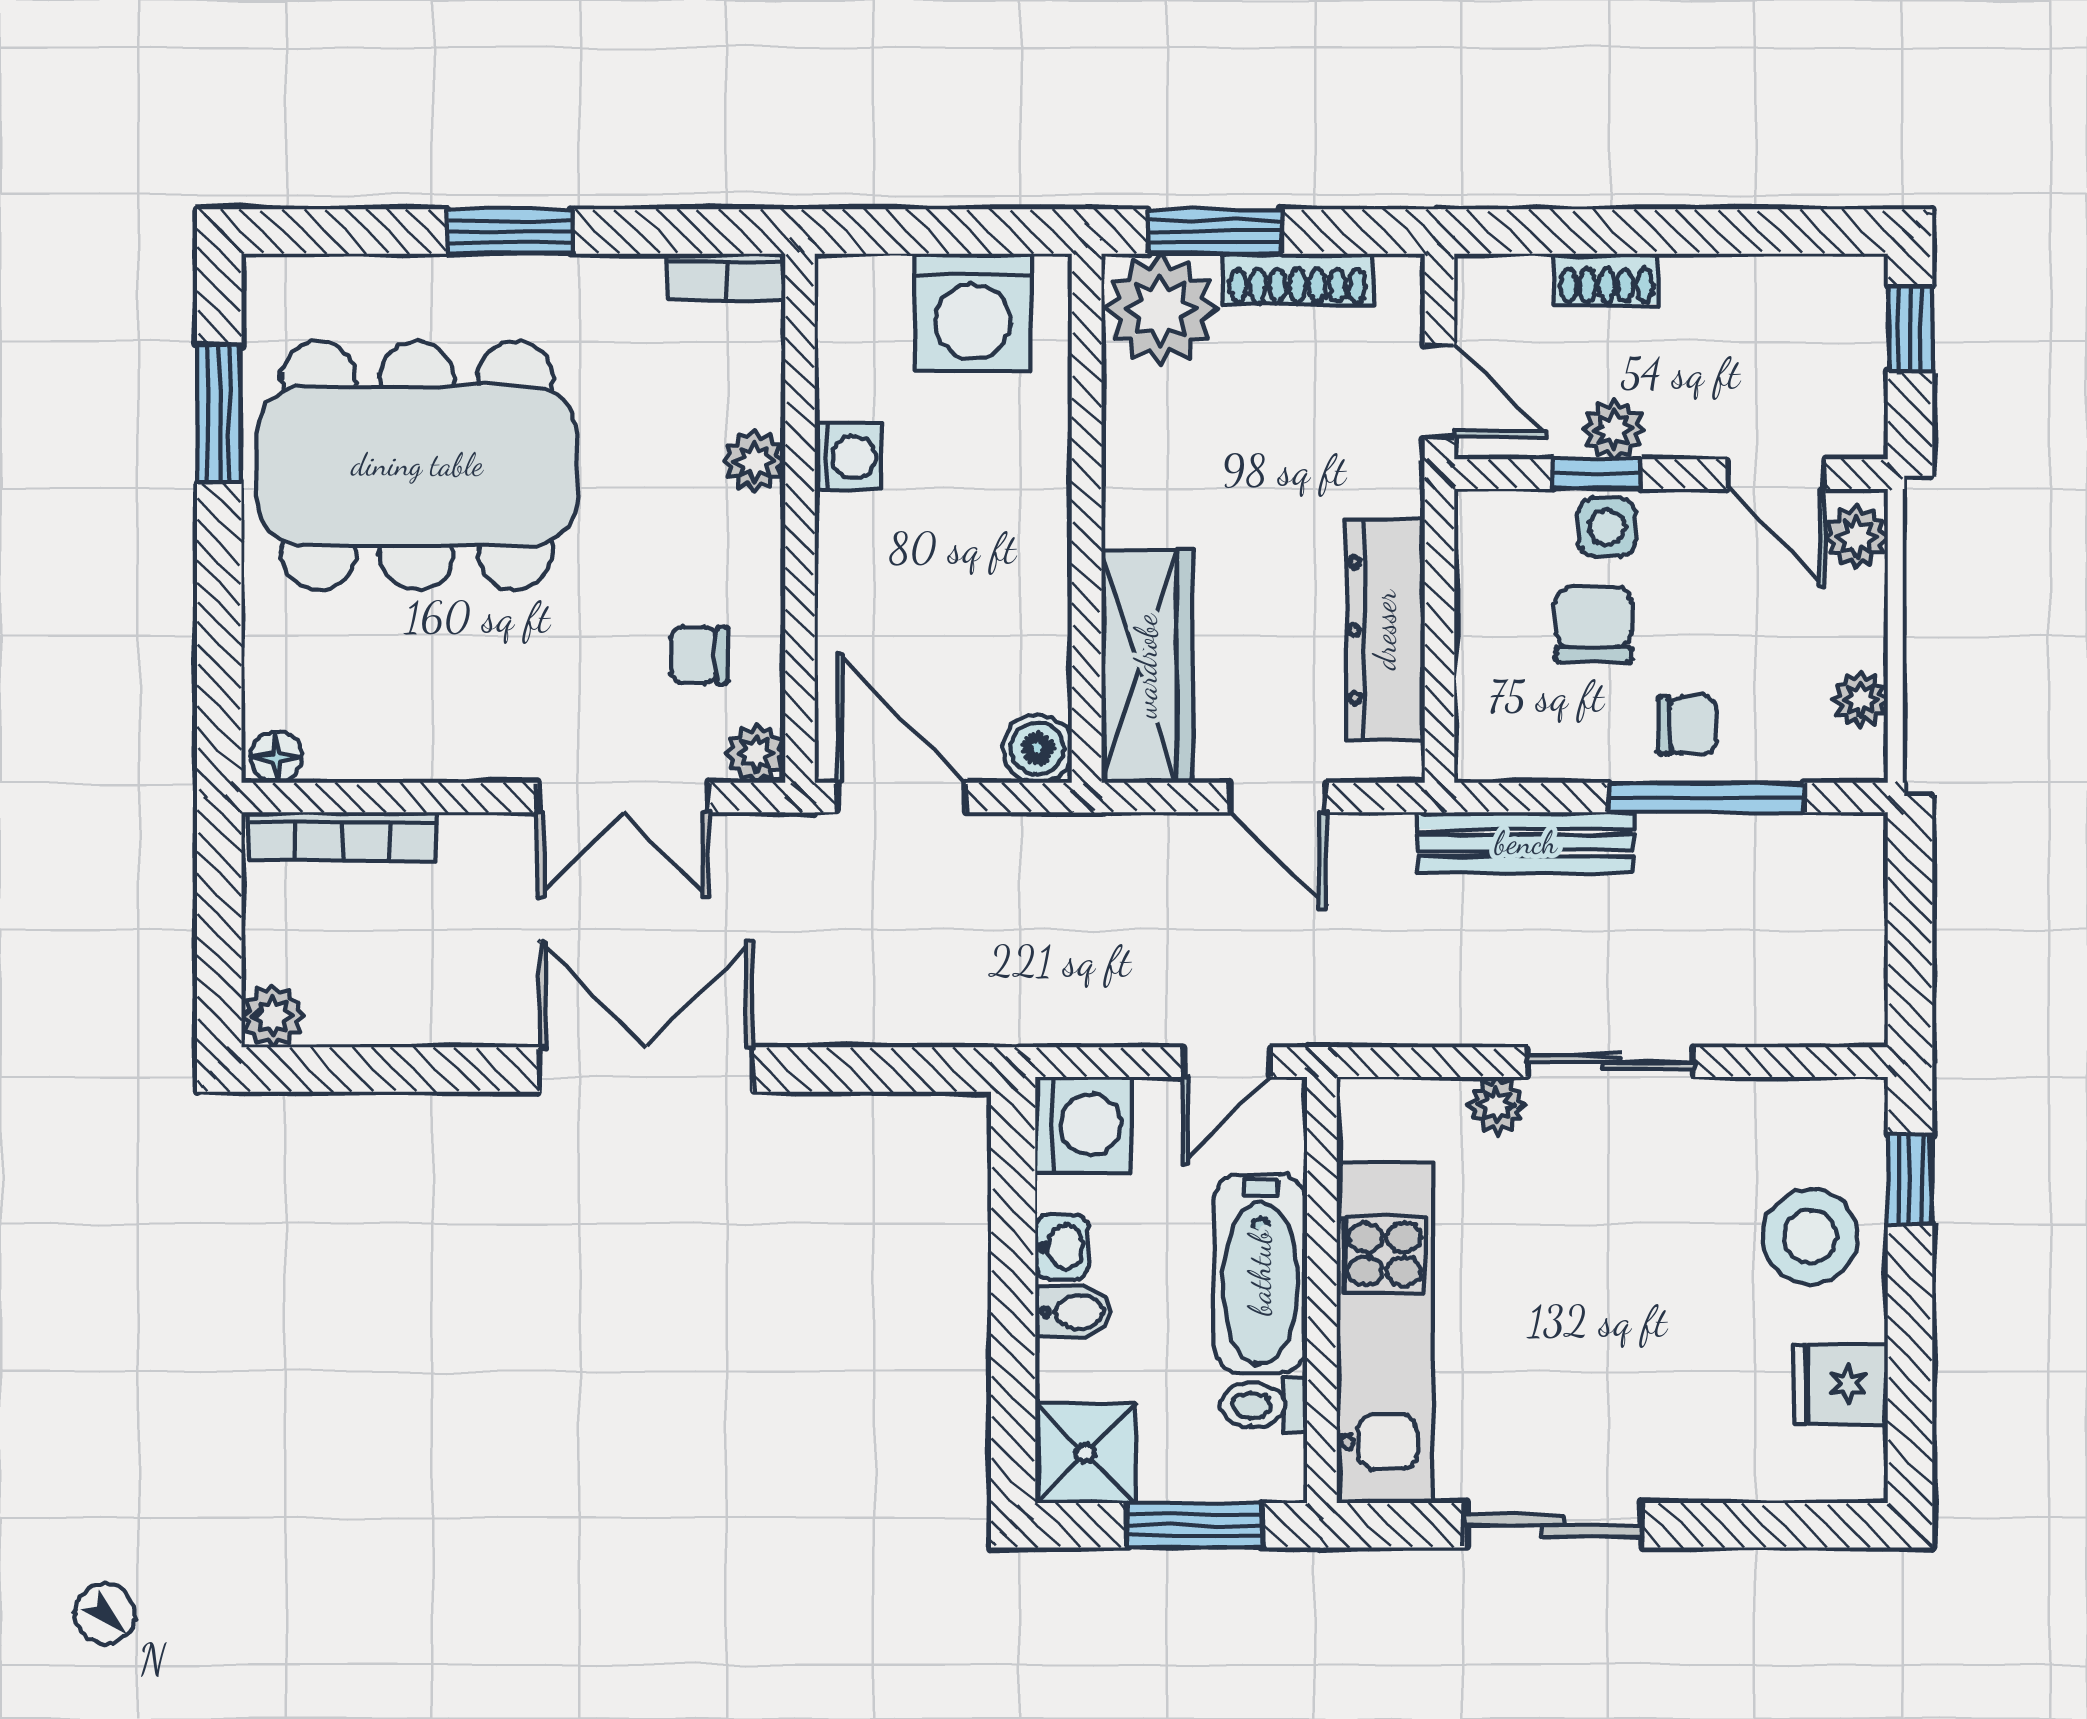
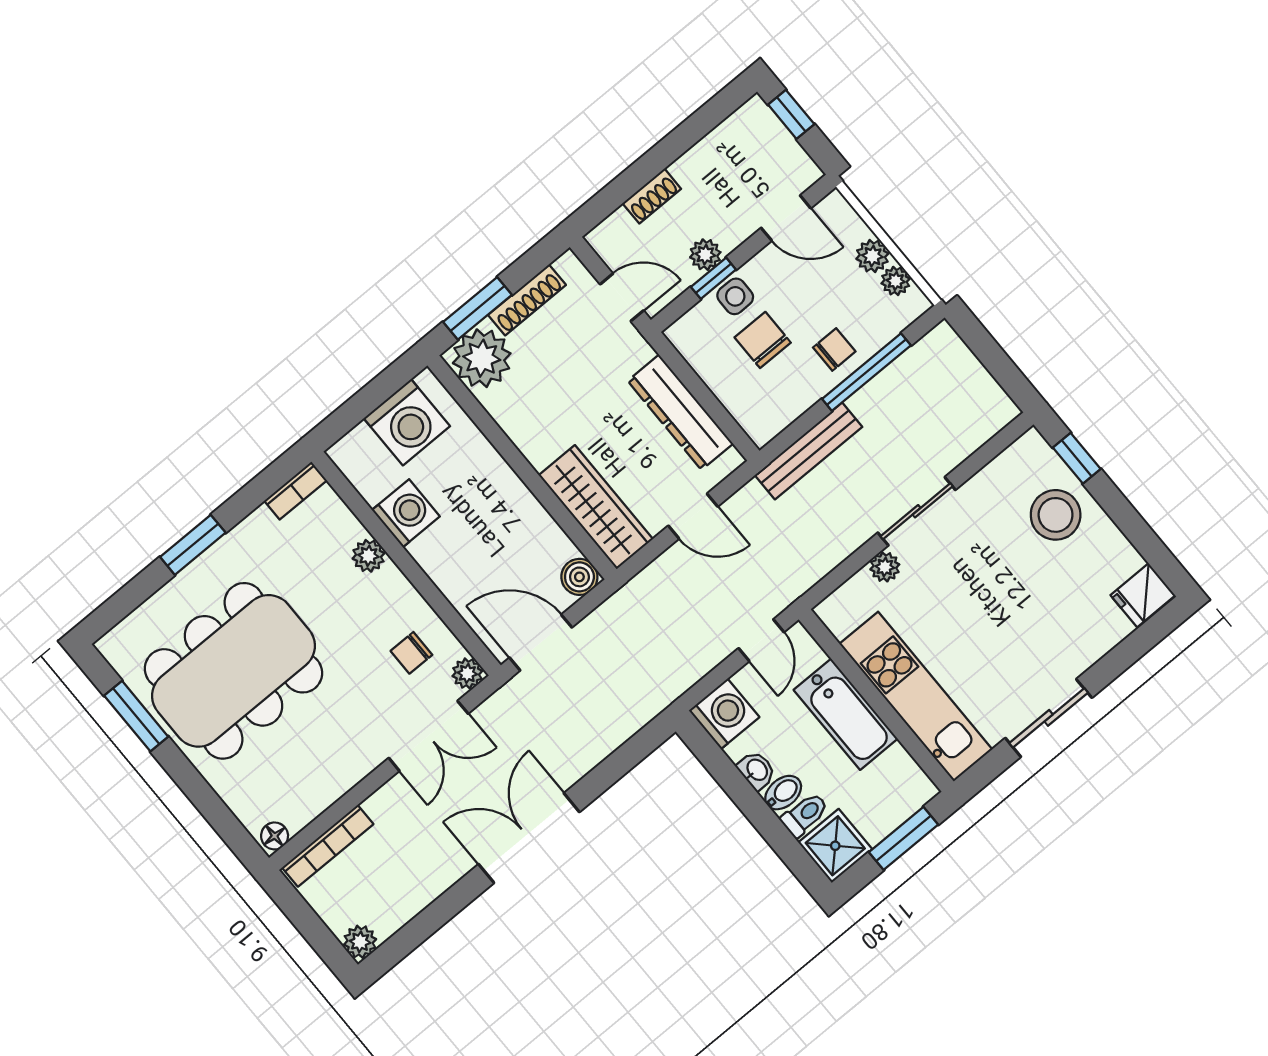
washing machine: (848, 457) -> (406, 513), width x1.38, depth x1.38
plant: (1857, 537) -> (872, 256), moved
fridge: (1840, 1384) -> (1143, 595), moved
toilet: (1264, 1405) -> (805, 815), moved, turned 180

